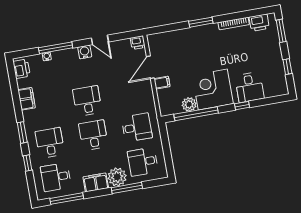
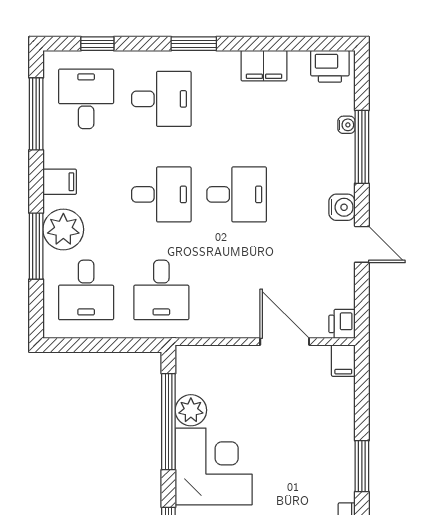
door: (100, 40) -> (362, 244), swing flipped
filing cabinet: (162, 83) -> (343, 361), moved
desk: (143, 162) -> (86, 290), turned 180
window: (28, 163) -> (97, 44), moved
filing cabinet: (96, 182) -> (60, 182), width x0.50

